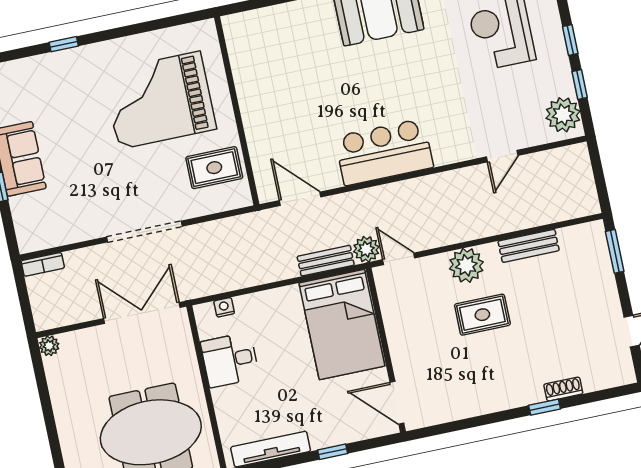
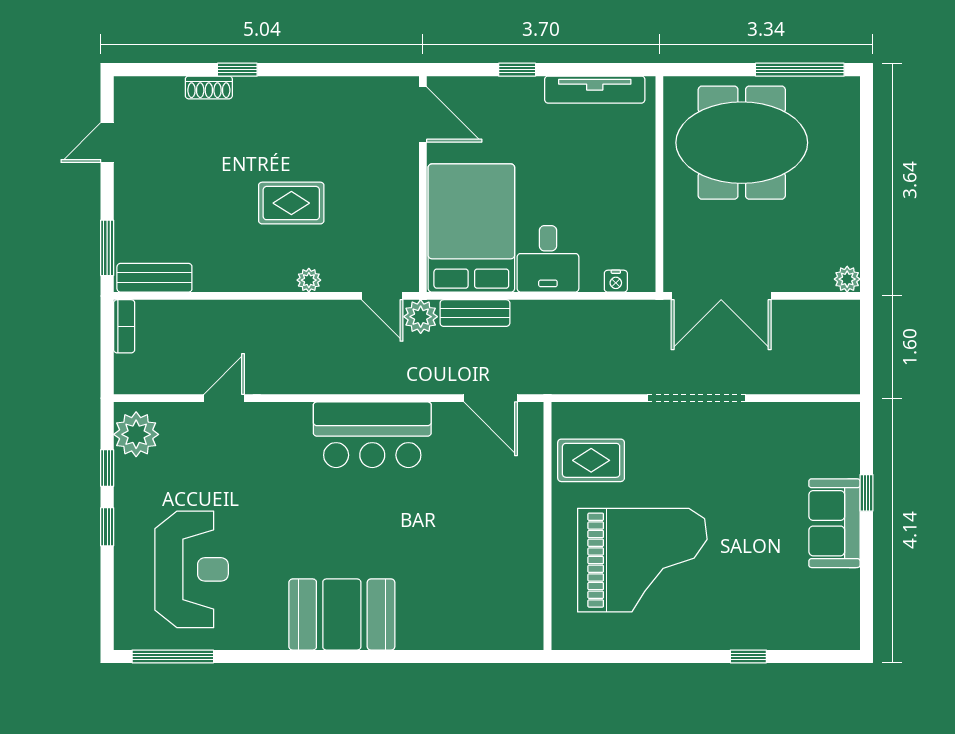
bench: (529, 246) -> (154, 278), moved
bookcase: (43, 264) -> (124, 326), moved, turned 90
plant: (466, 265) -> (309, 280), width x0.53, depth x0.53
desk: (230, 360) -> (548, 259), moved, turned 90

